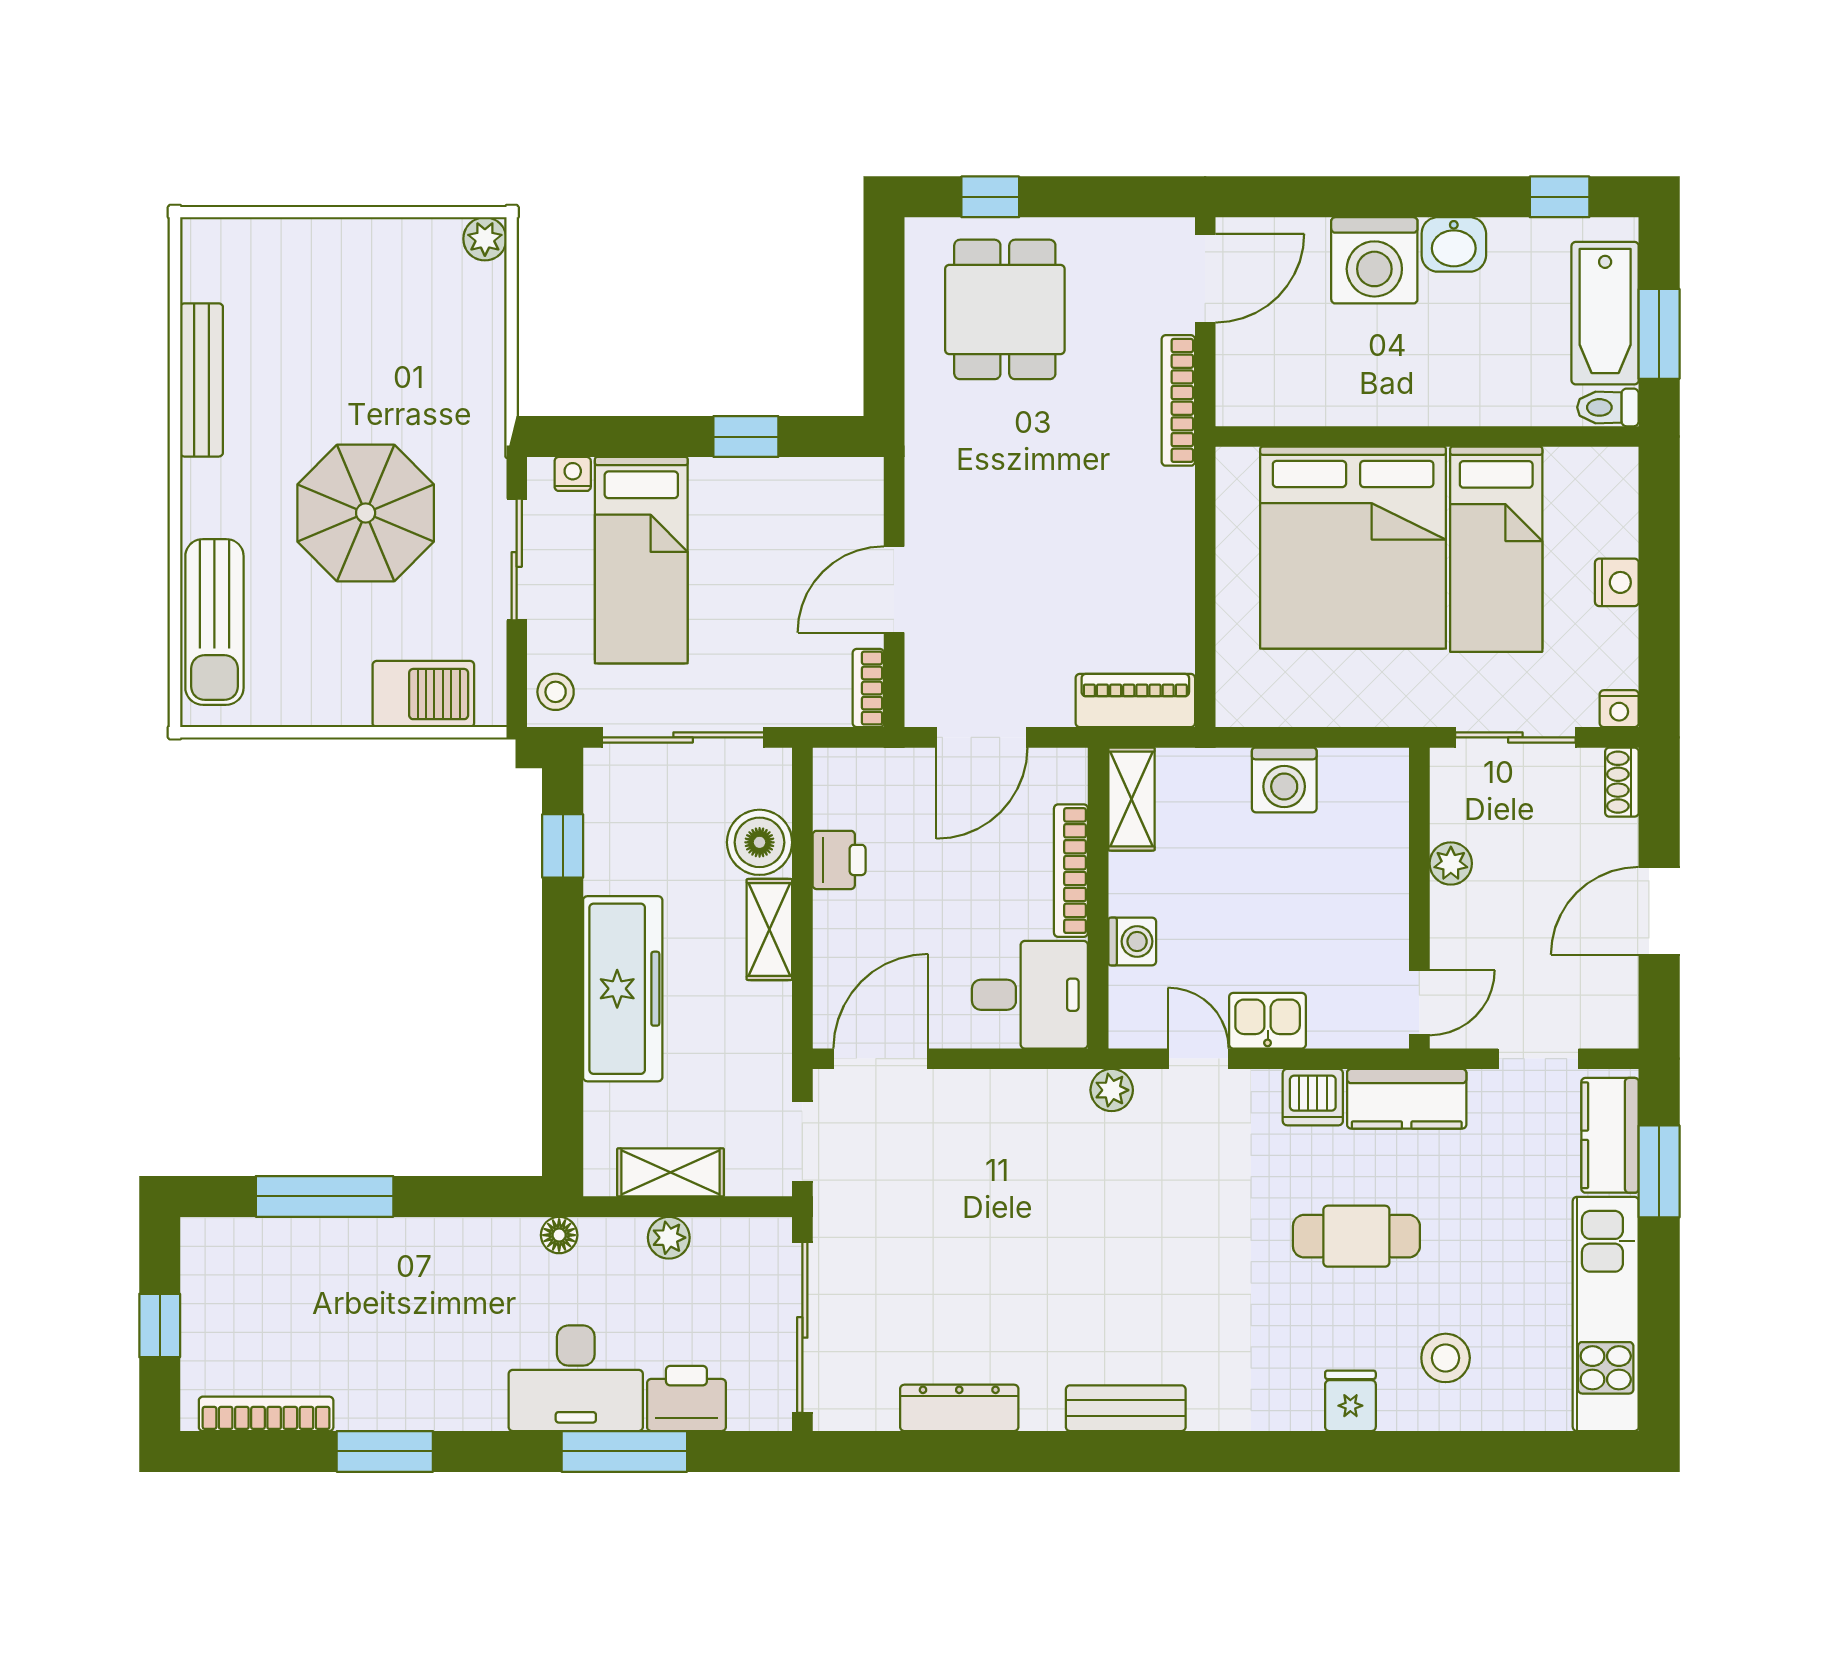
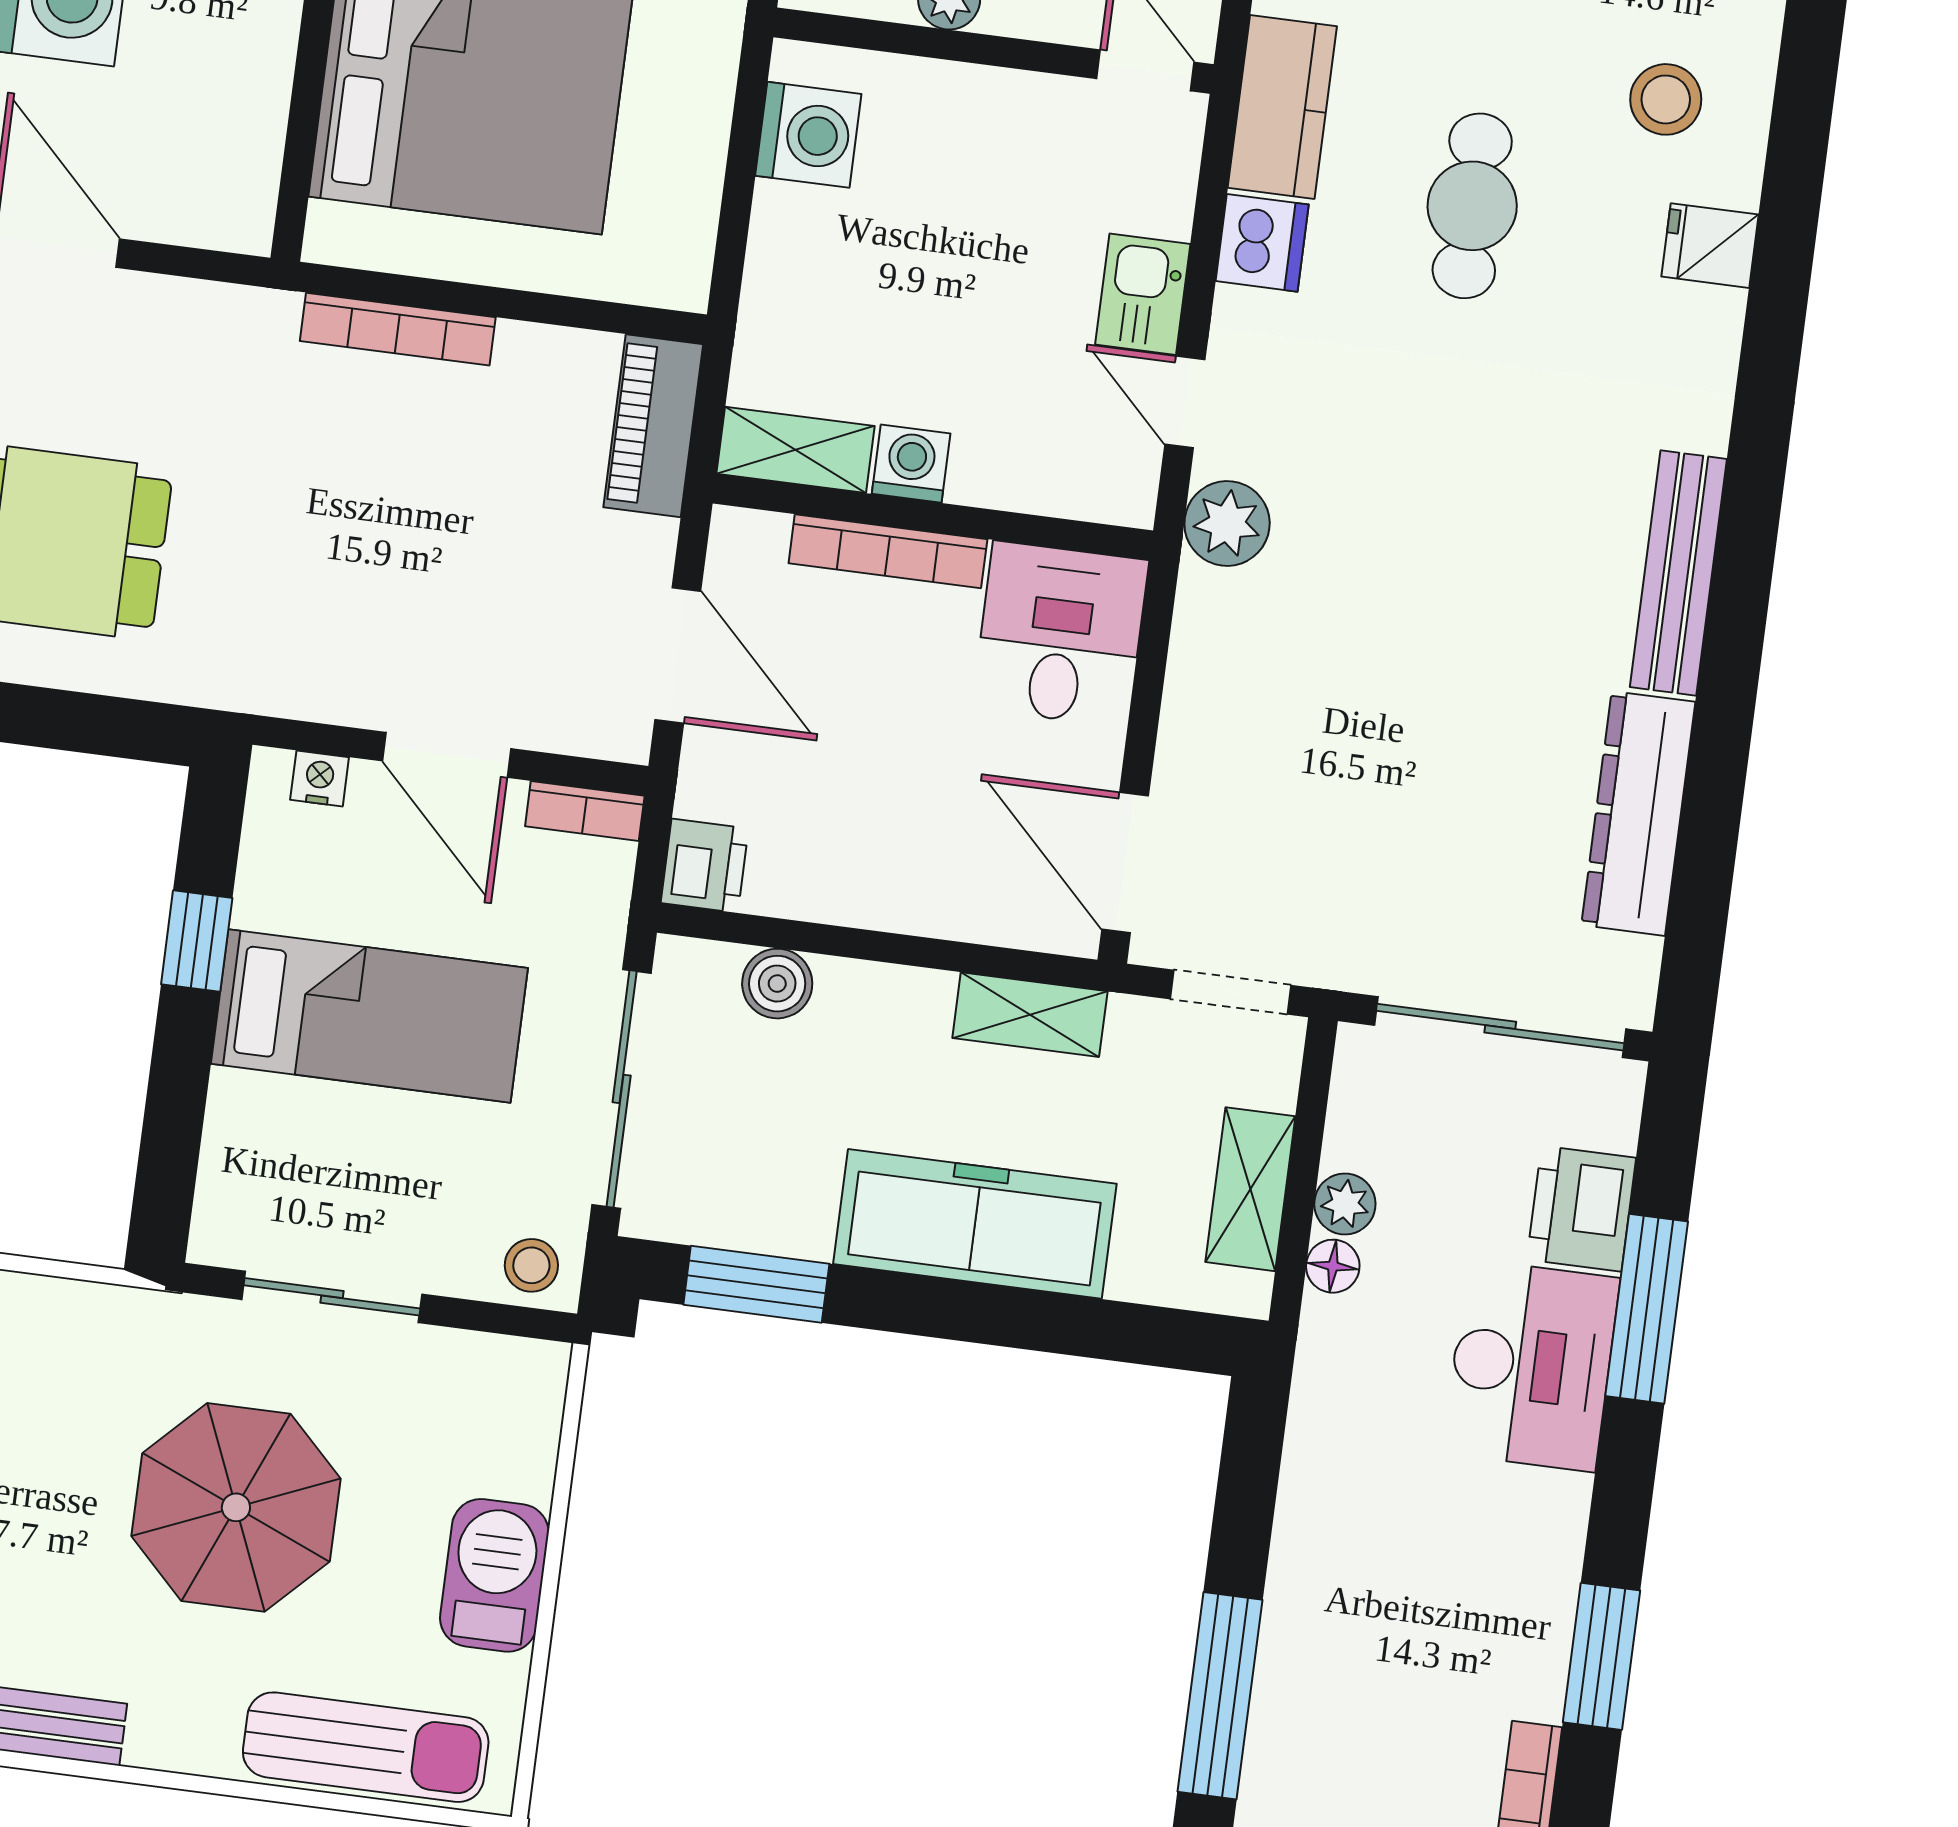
bookcase: (1178, 400) -> (398, 329), moved
nightstand: (573, 474) -> (320, 779), moved, turned 90
bed: (641, 560) -> (369, 1016), moved
barbecue: (423, 694) -> (494, 1575), moved
washing machine: (1284, 780) -> (808, 135), moved
boiler: (760, 842) -> (777, 984), width x0.73, depth x0.73
window: (563, 846) -> (756, 1284), width x1.50
printer: (839, 860) -> (705, 866), moved, turned 90
shelving: (769, 930) -> (1030, 1015), moved
washing machine: (1132, 941) -> (911, 464), moved
door: (1198, 1059) -> (1185, 402), hinge flipped
plant: (1112, 1090) -> (1227, 523), width x1.38, depth x1.38
floor lamp: (559, 1235) -> (1333, 1266), moved
dresser: (959, 1408) -> (1638, 813), width x1.37, depth x1.24
bench: (1126, 1408) -> (1678, 573), width x1.36

